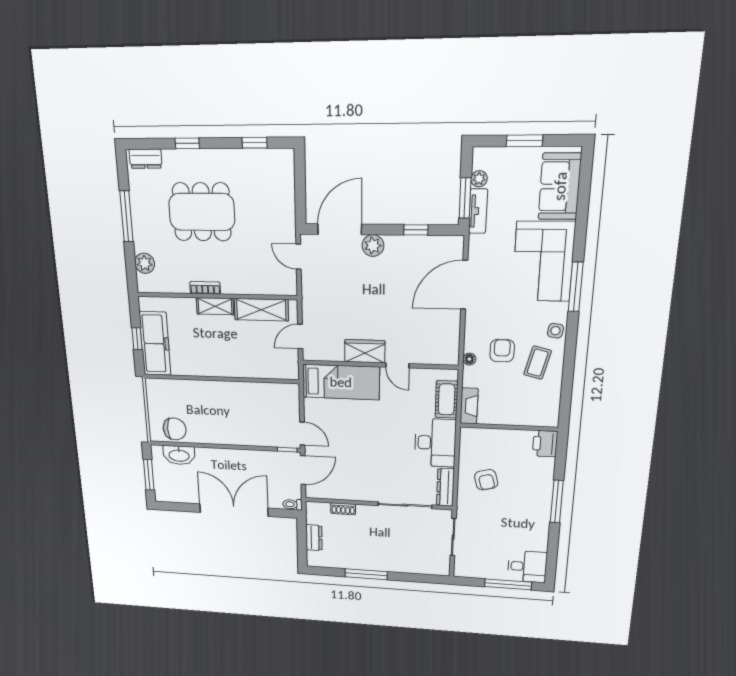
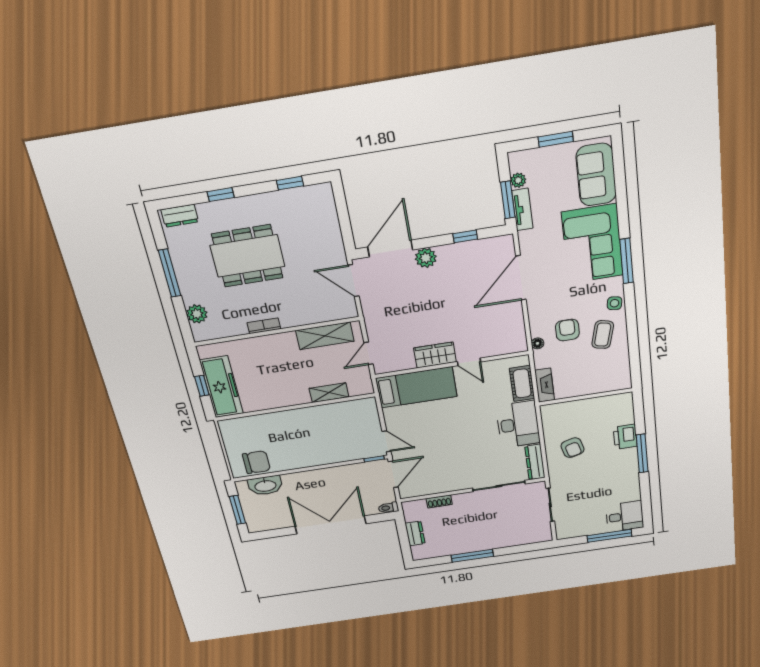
door: (299, 257) -> (354, 281), width x1.38
shelving: (215, 306) -> (329, 393), moved
printer: (545, 444) -> (625, 437), moved

